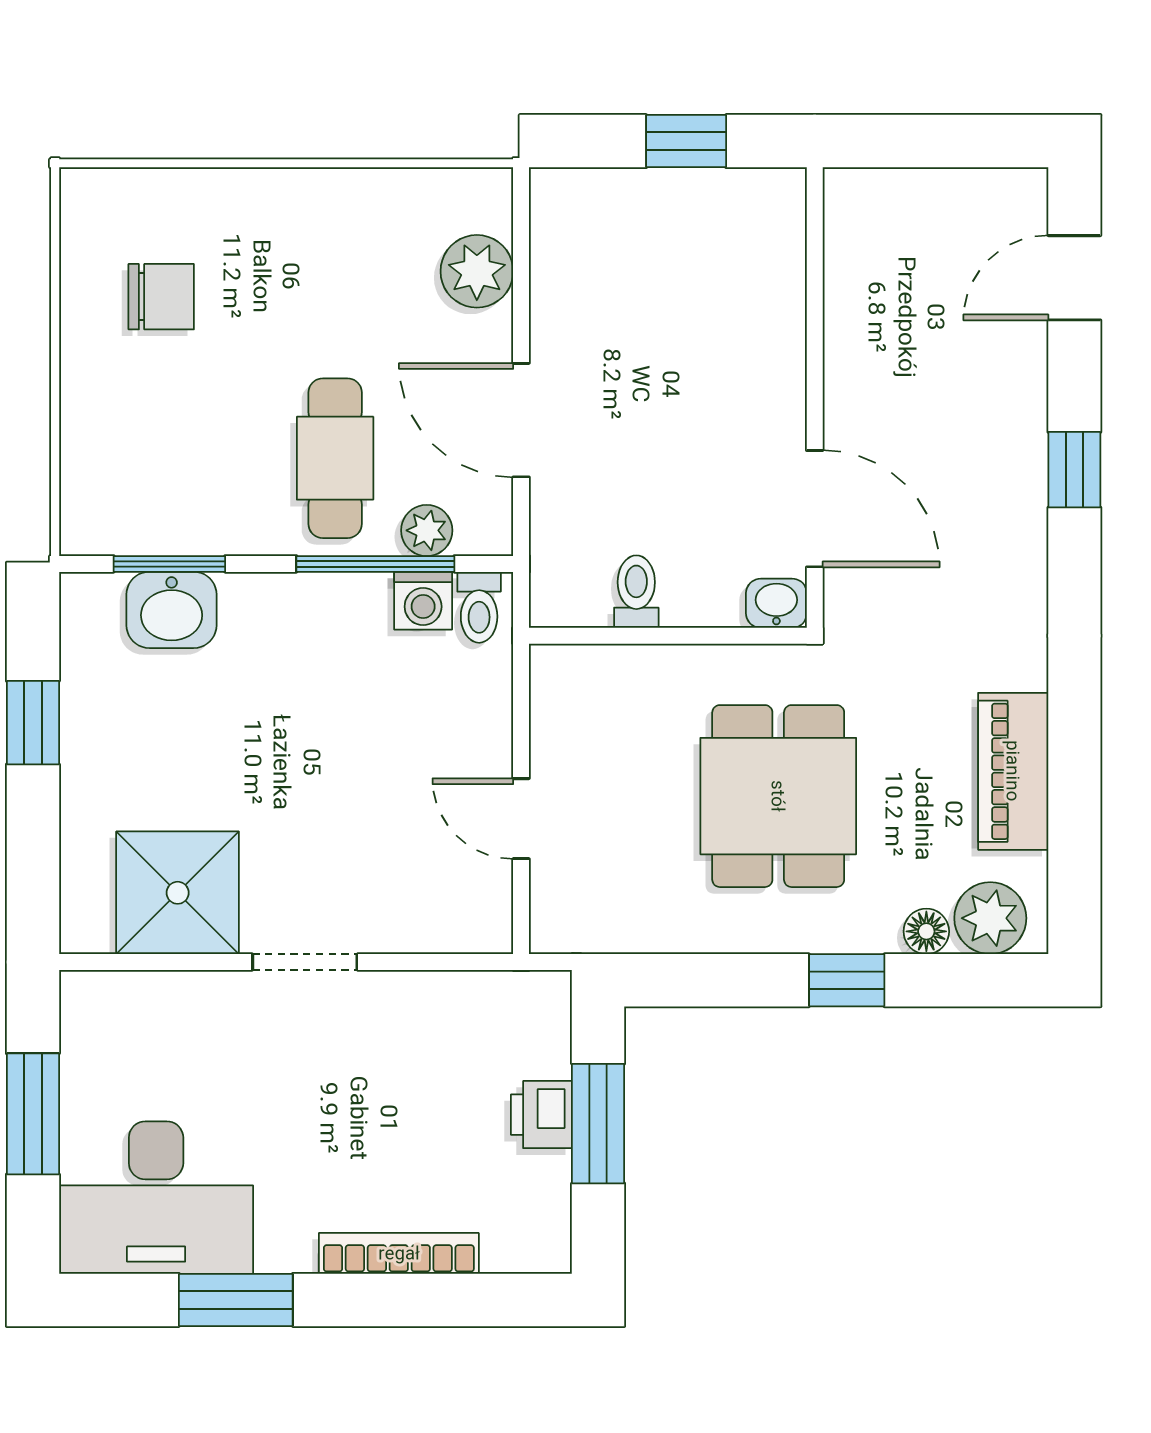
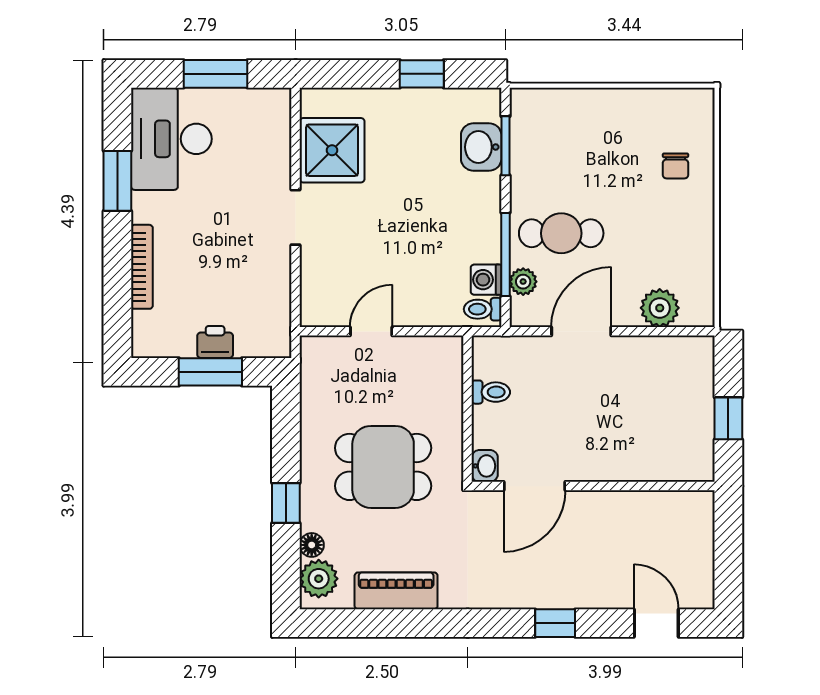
chair: (161, 297) -> (676, 166), moved, width x0.73, depth x0.73

